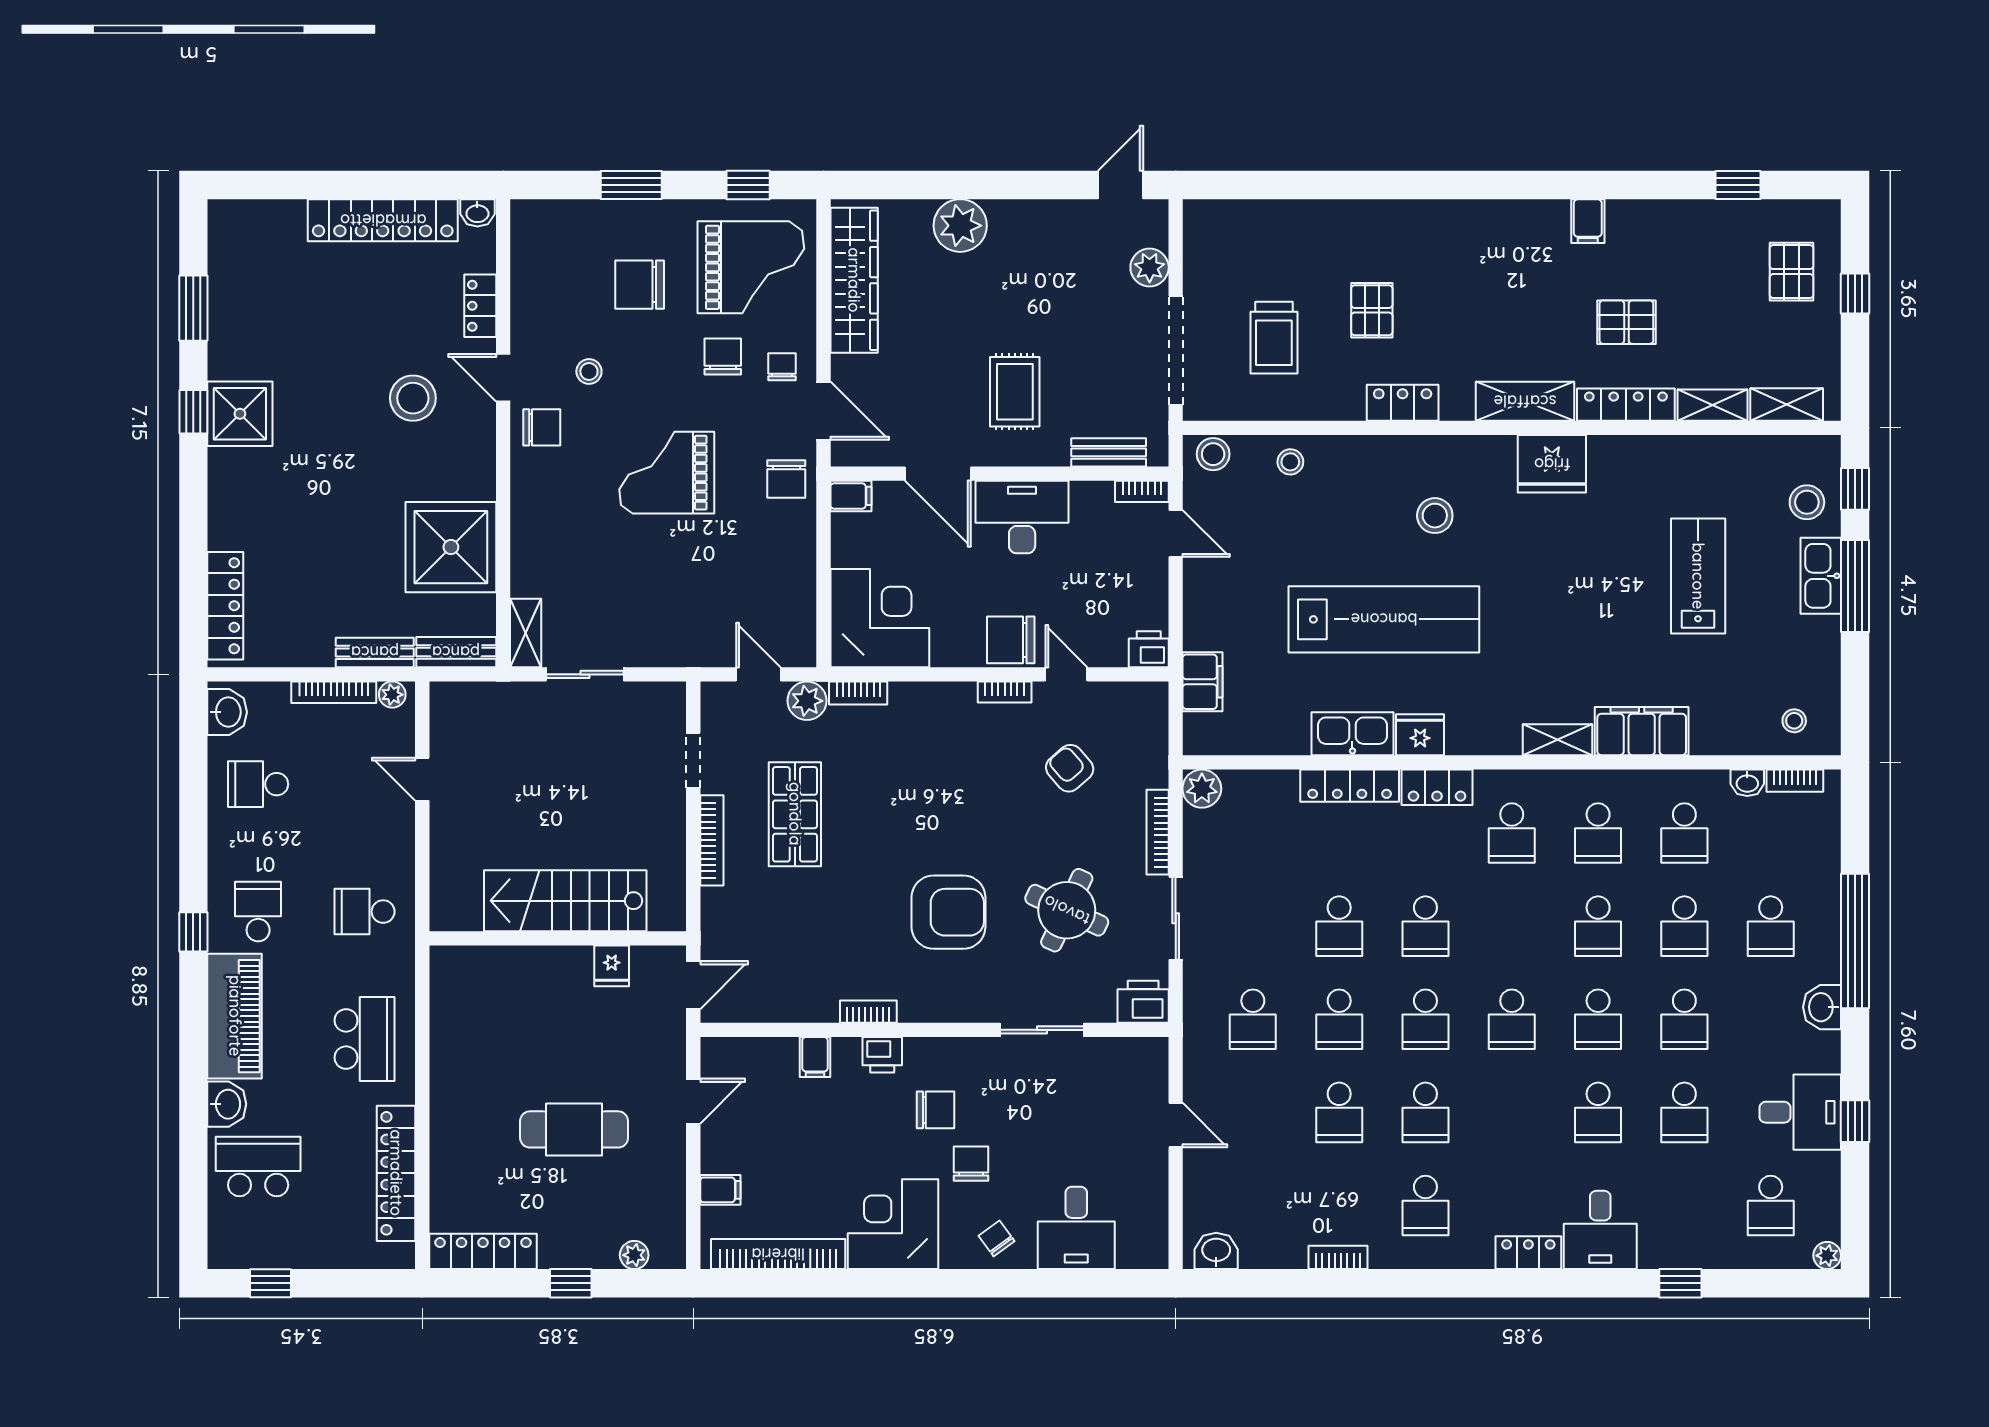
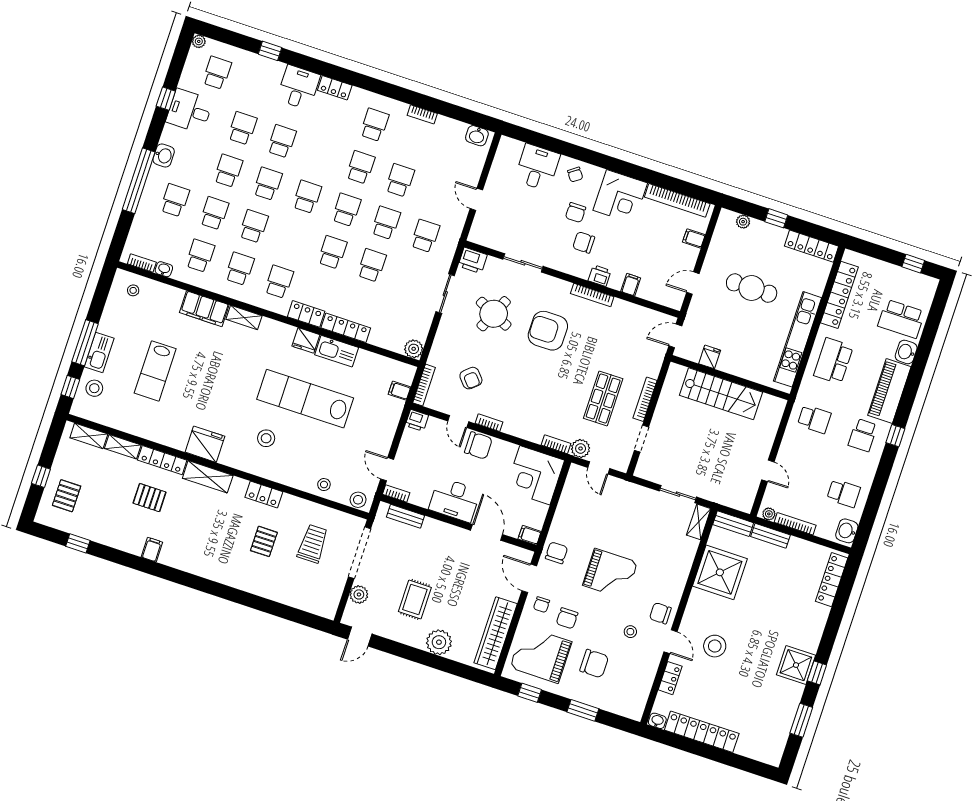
rug: (1015, 392) -> (415, 600), moved
filing cabinet: (1202, 682) -> (399, 391), width x0.50
bookcase: (1158, 832) -> (424, 385), moved
bookcase: (868, 1012) -> (592, 295), width x1.56
kitchen unit: (450, 1058) -> (798, 339), added

